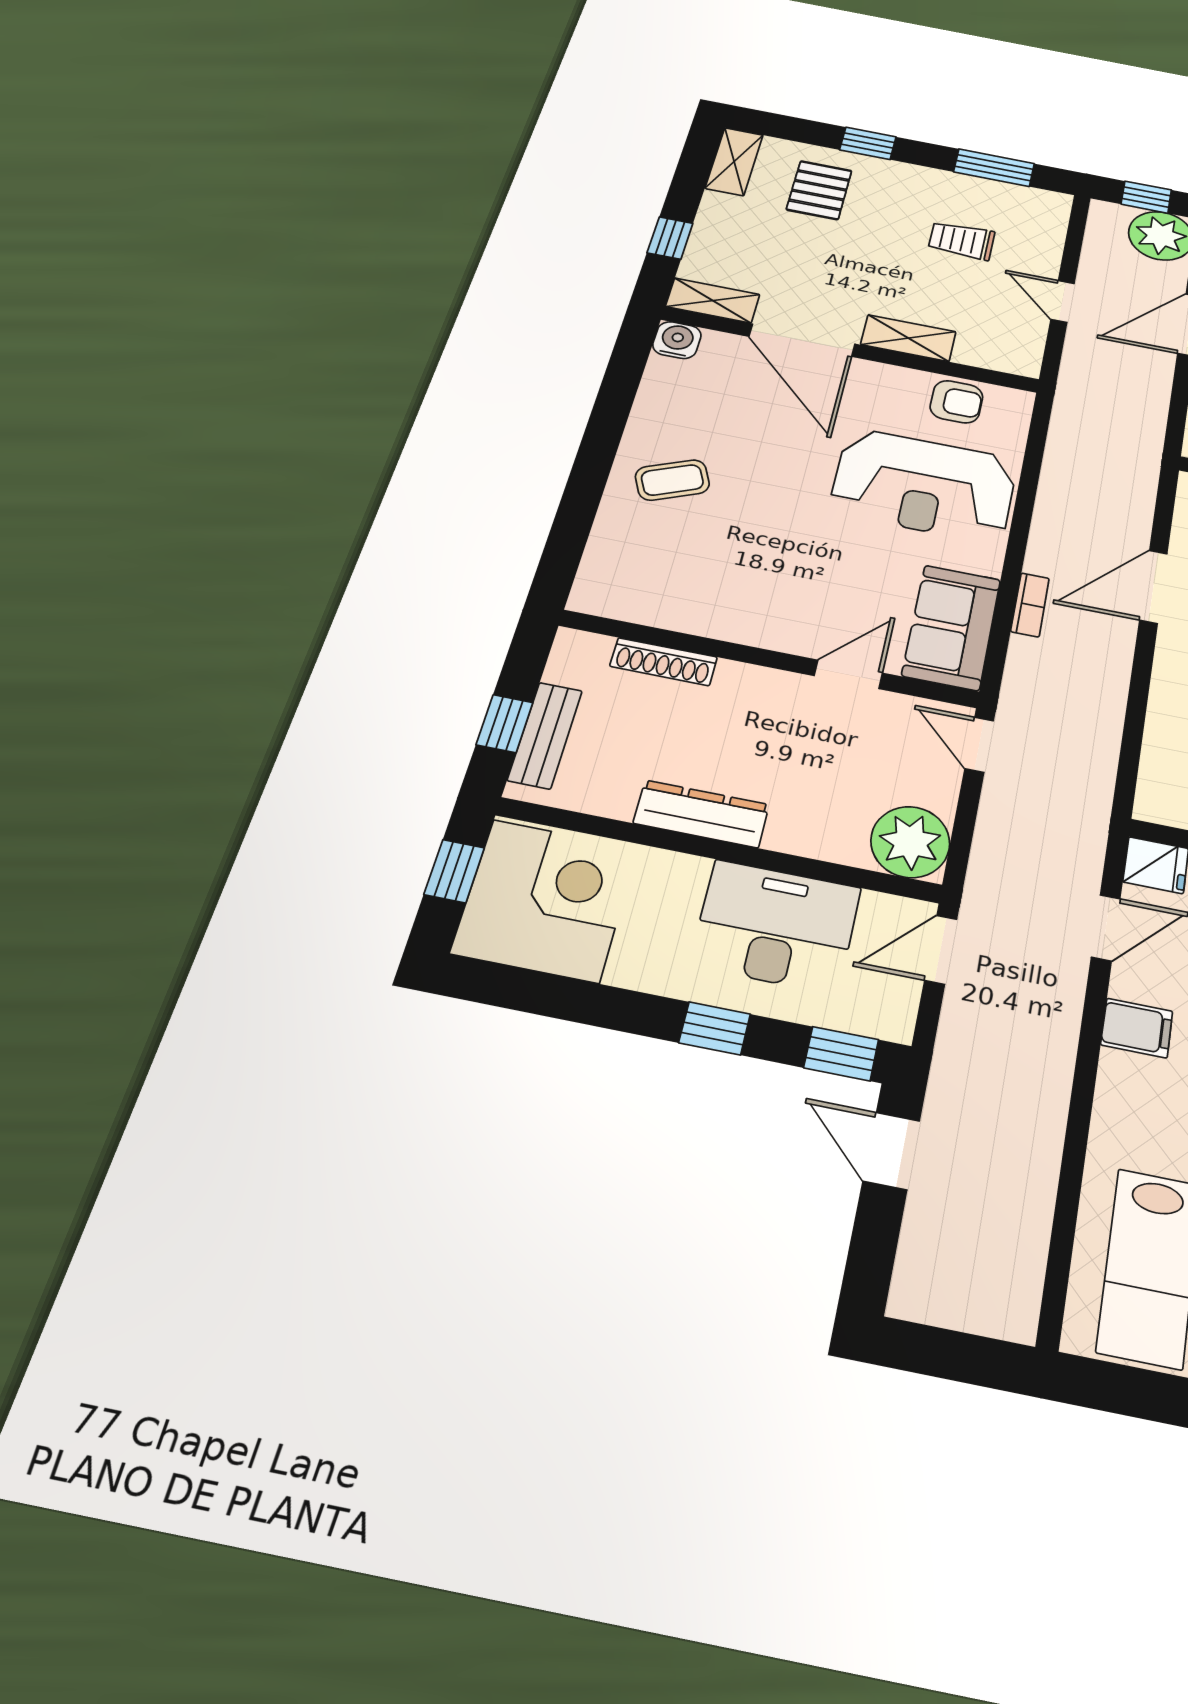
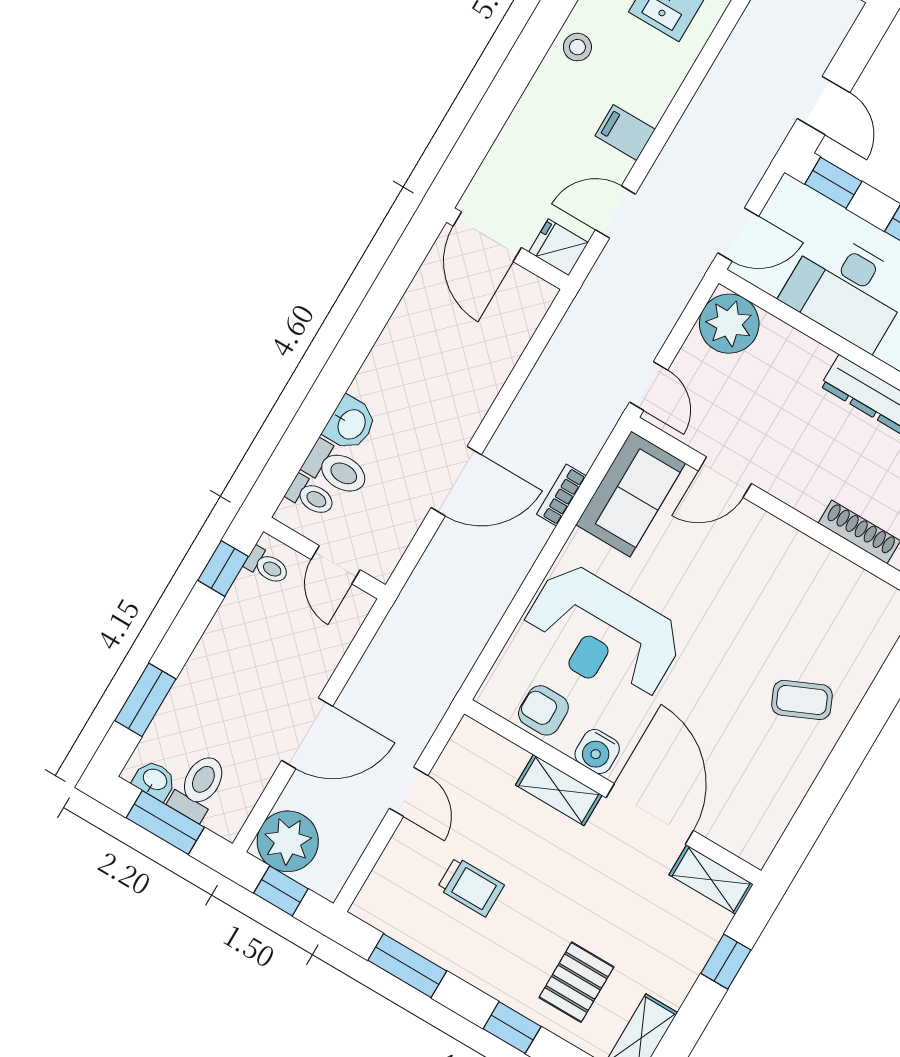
water cooler: (677, 340) -> (597, 752), moved
reception desk: (924, 485) -> (602, 634), turned 180

